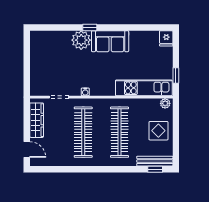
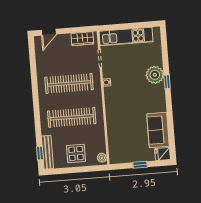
sofa: (110, 41) -> (158, 130), moved
window: (176, 76) -> (140, 165), moved
kitchen unit: (144, 88) -> (126, 36), moved, turned 90
wardrobe: (37, 120) -> (82, 39), width x0.67

